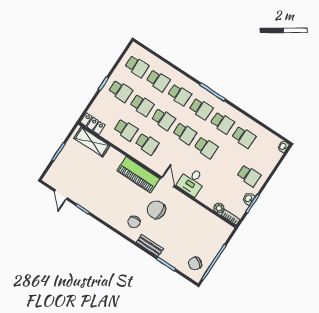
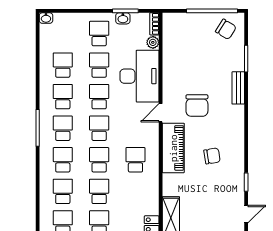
school desk: (126, 130) -> (99, 65), moved
desk: (192, 182) -> (139, 76), width x1.87, depth x1.30
chair: (134, 222) -> (212, 156), moved

